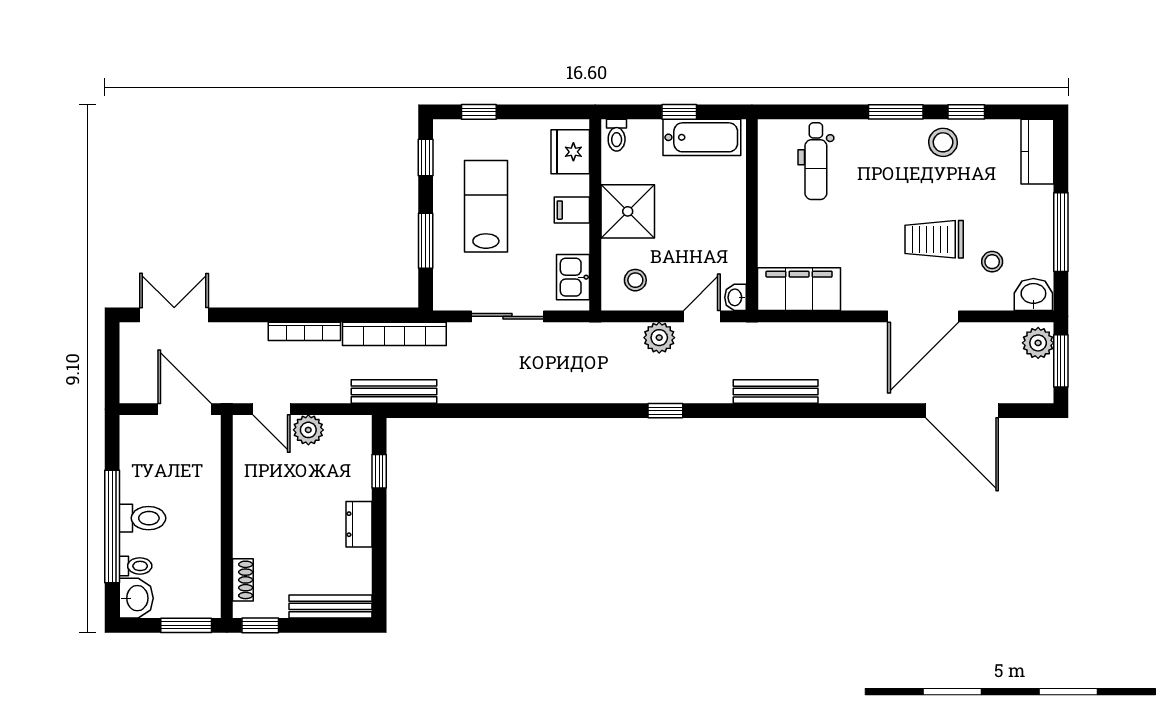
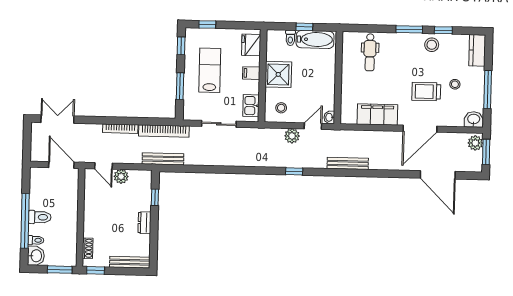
toilet: (617, 135) -> (290, 38), moved
stool: (992, 262) -> (455, 84), moved
filing cabinet: (799, 289) -> (377, 114), moved

